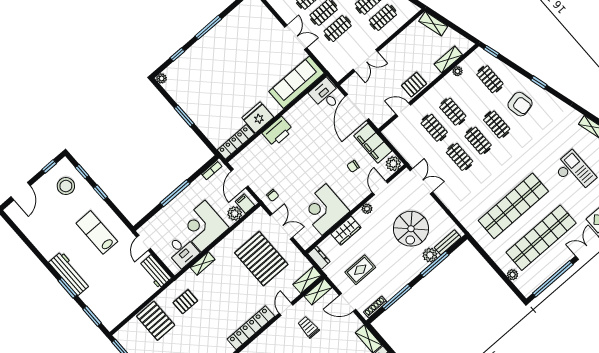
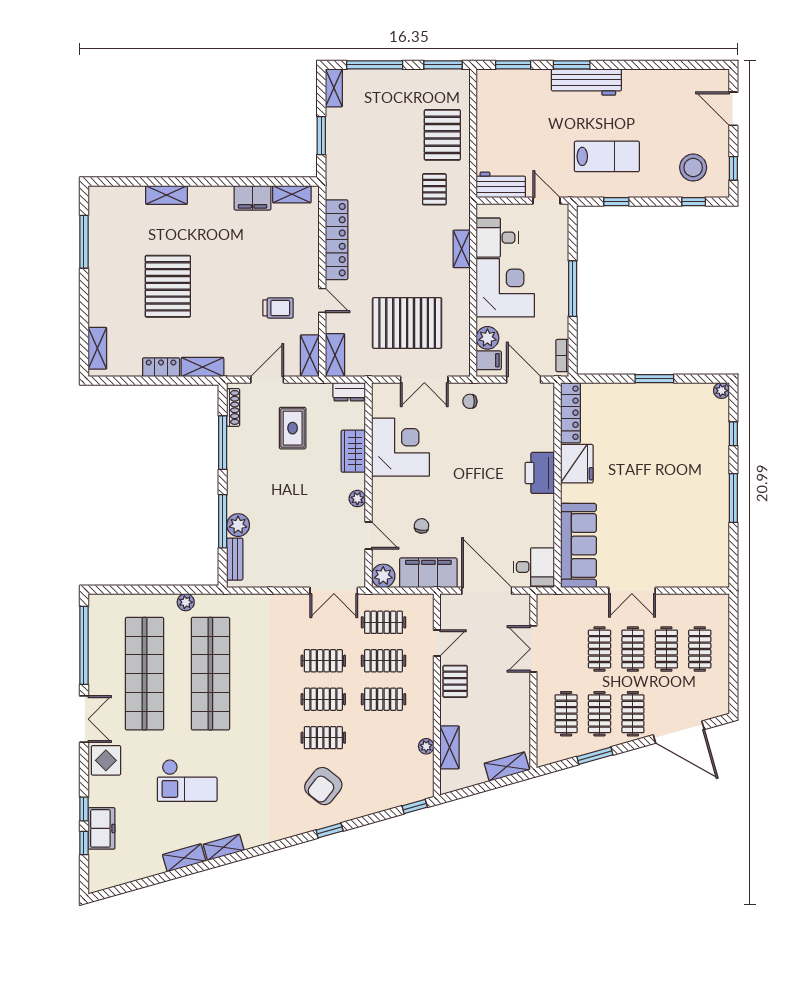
clothes rail: (490, 79) -> (384, 622), moved
armchair: (520, 104) -> (323, 786), turned -40
window: (100, 192) -> (616, 202), moved
spiral stairs: (411, 229) -> (289, 530), removed
plant: (513, 275) -> (186, 602), moved
pallet: (156, 321) -> (442, 135), turned 90

